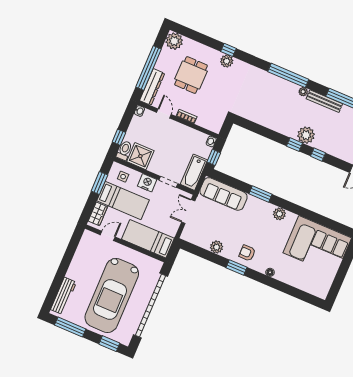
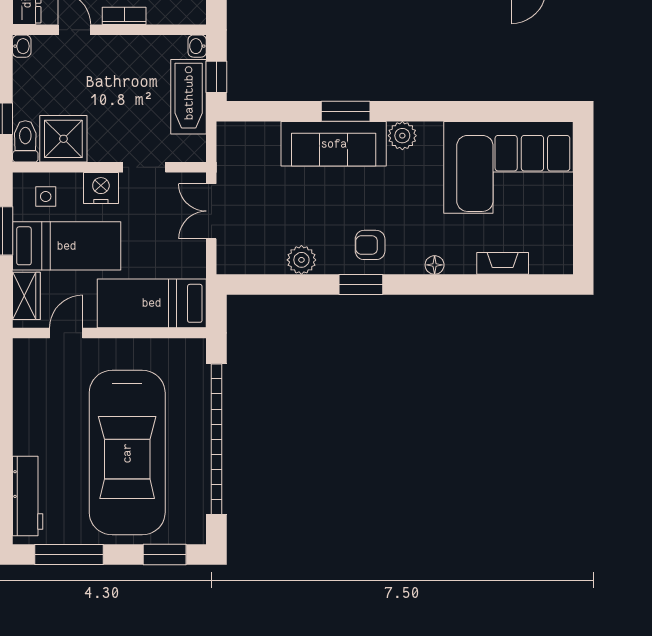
bathtub: (194, 172) -> (189, 97), moved
sofa: (223, 194) -> (334, 144), moved
fireplace: (298, 284) -> (503, 263), added

